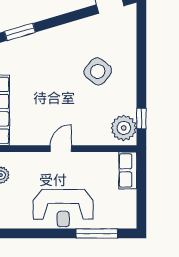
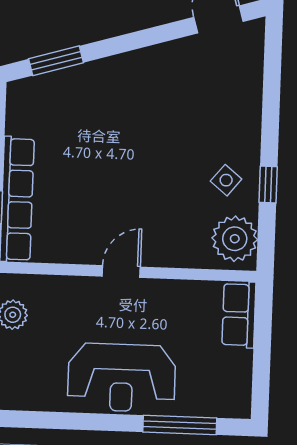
side table: (98, 71) -> (226, 180), moved, width x0.54, depth x0.54
window: (141, 119) -> (268, 184), moved

